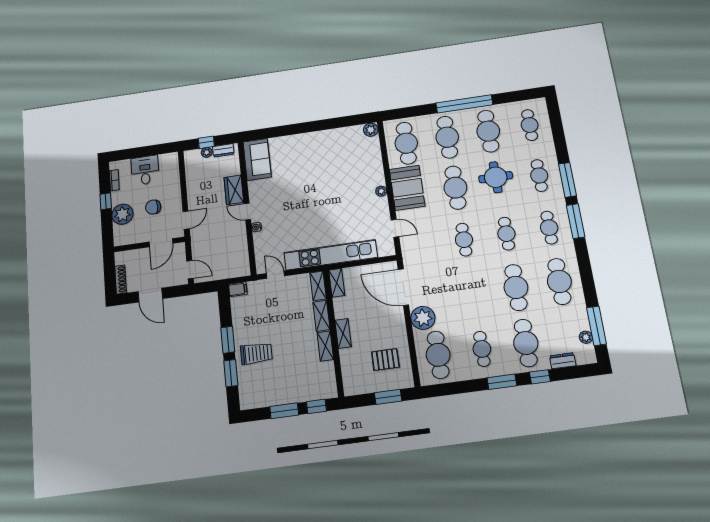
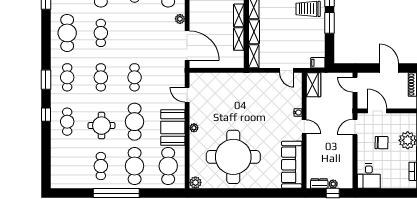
cafe table: (530, 125) -> (67, 166), removed
cafe table: (488, 131) -> (101, 166), width x0.73, depth x0.74
sofa: (257, 159) -> (292, 165), width x1.36
round table: (329, 165) -> (233, 157), added
desk: (145, 170) -> (369, 176), moved
window: (567, 180) -> (46, 115), width x0.46
wardrobe: (234, 190) -> (313, 85), moved
window: (576, 221) -> (46, 80), width x0.69
door: (161, 243) -> (377, 111), hinge flipped
kitchen unit: (331, 255) -> (241, 80), removed
shelving: (337, 283) -> (239, 39), moved
cafe table: (516, 287) -> (101, 33), width x0.73, depth x0.74
plant: (423, 318) -> (180, 19), width x0.53, depth x0.53

